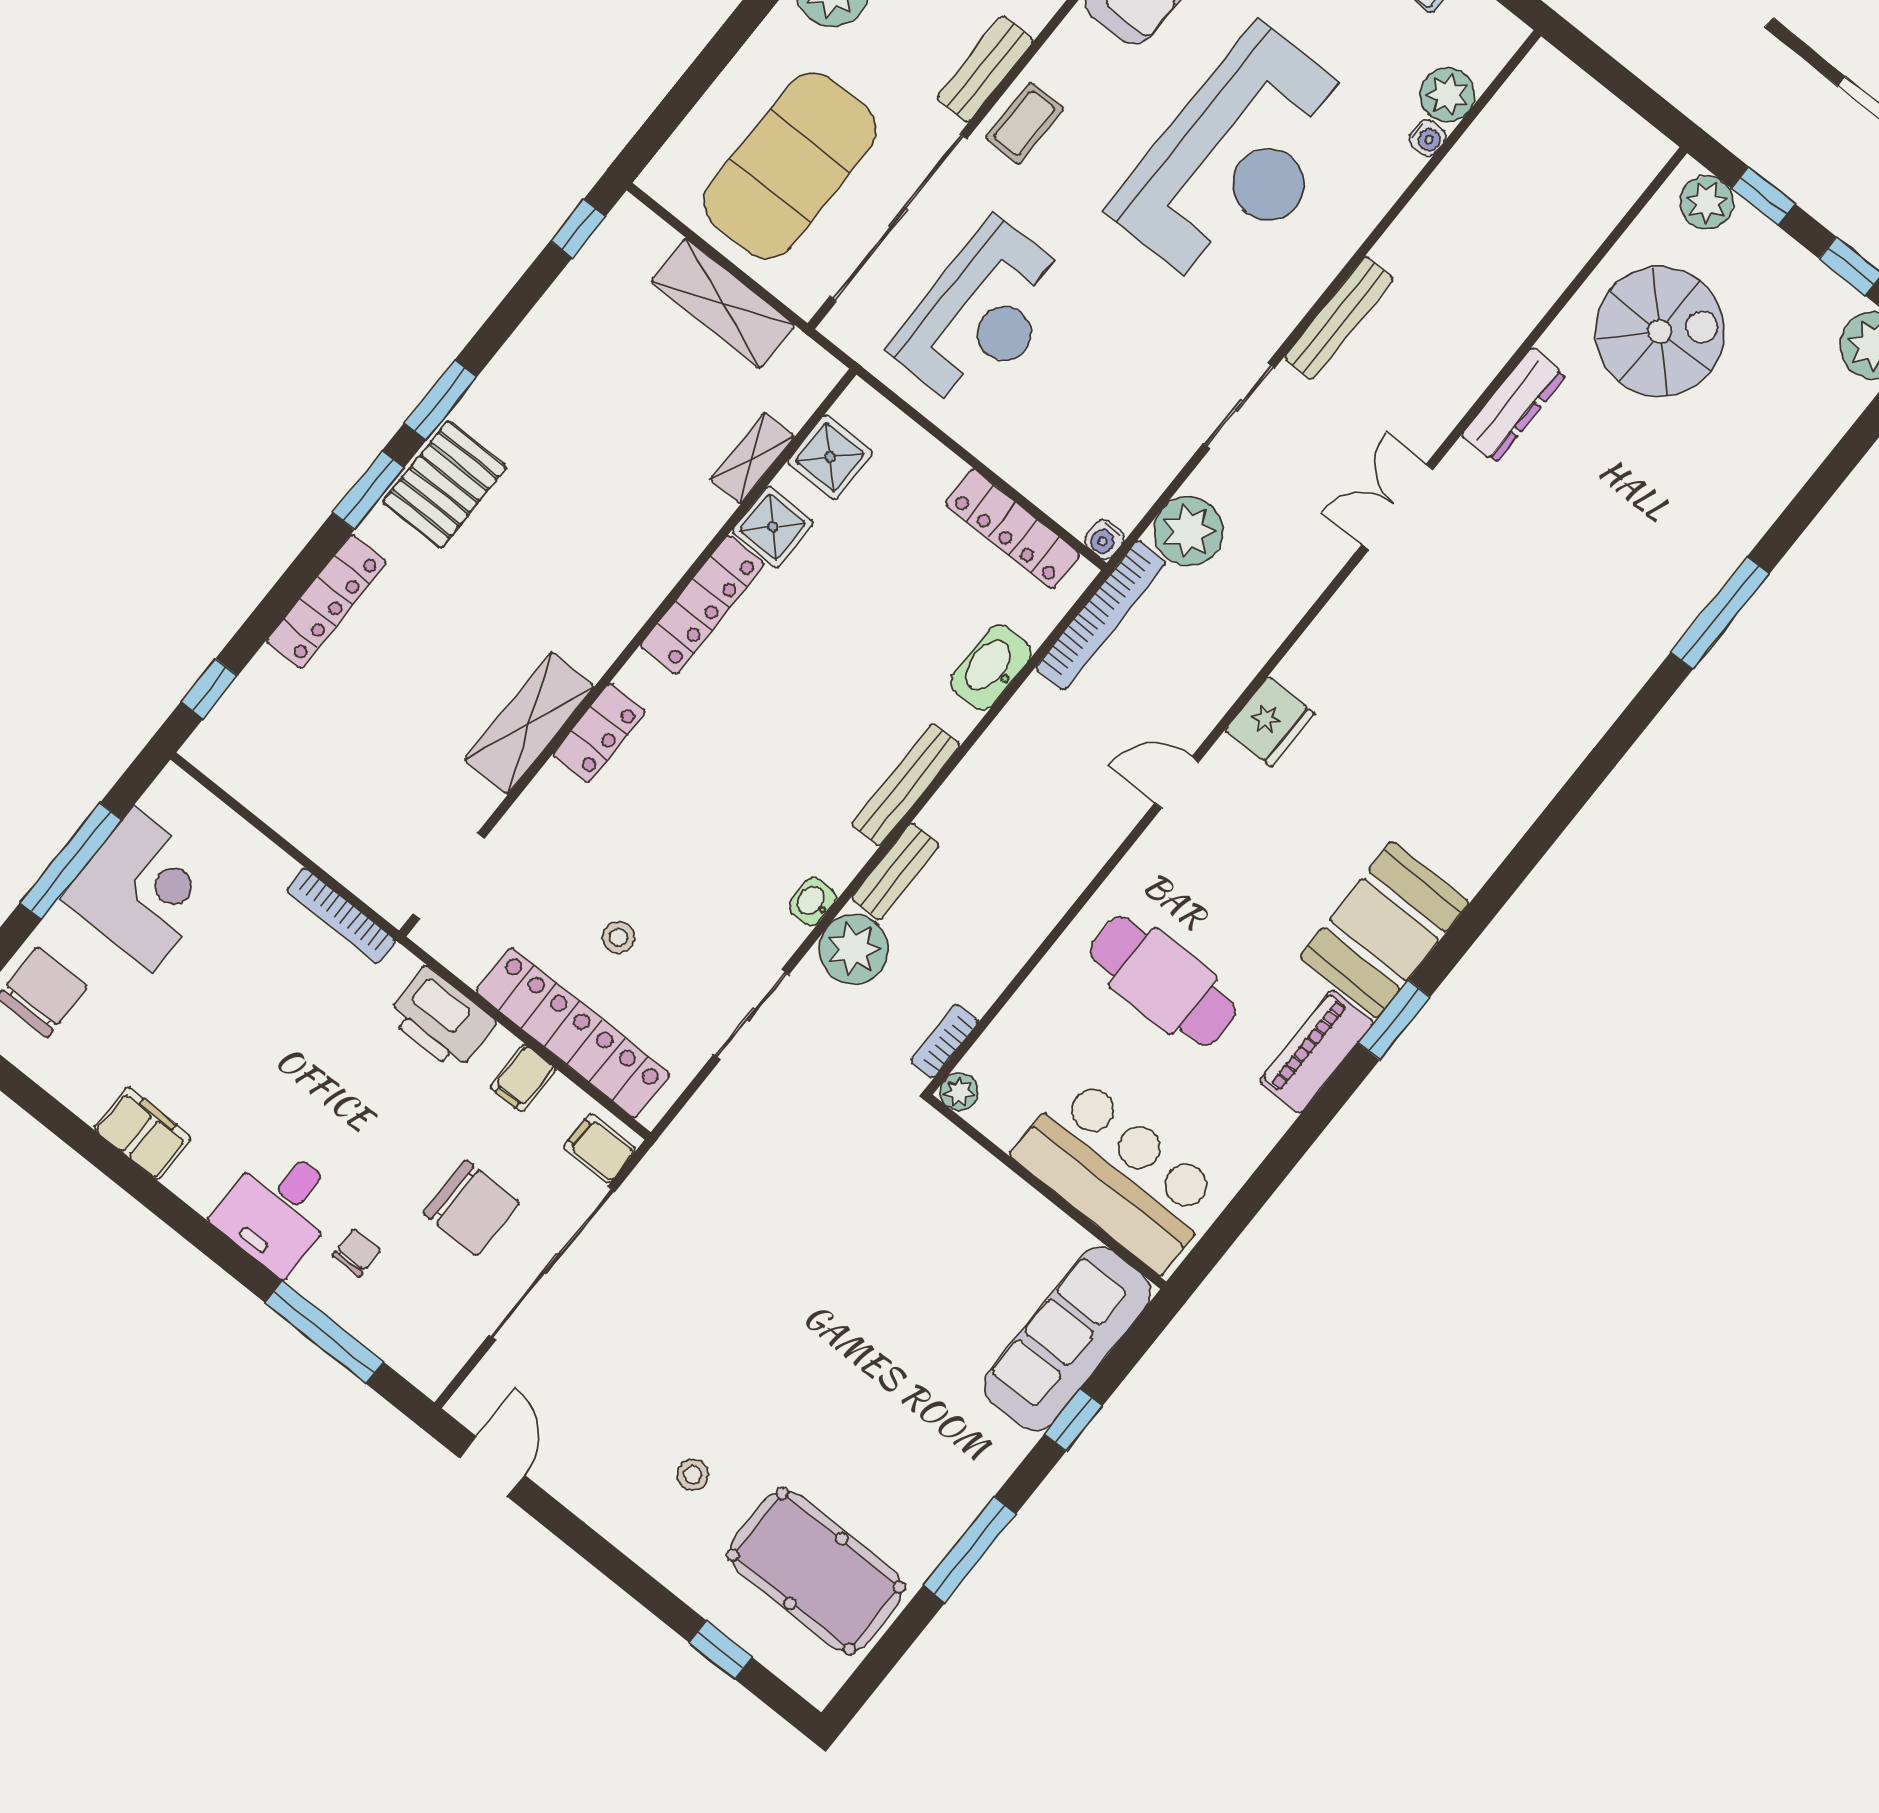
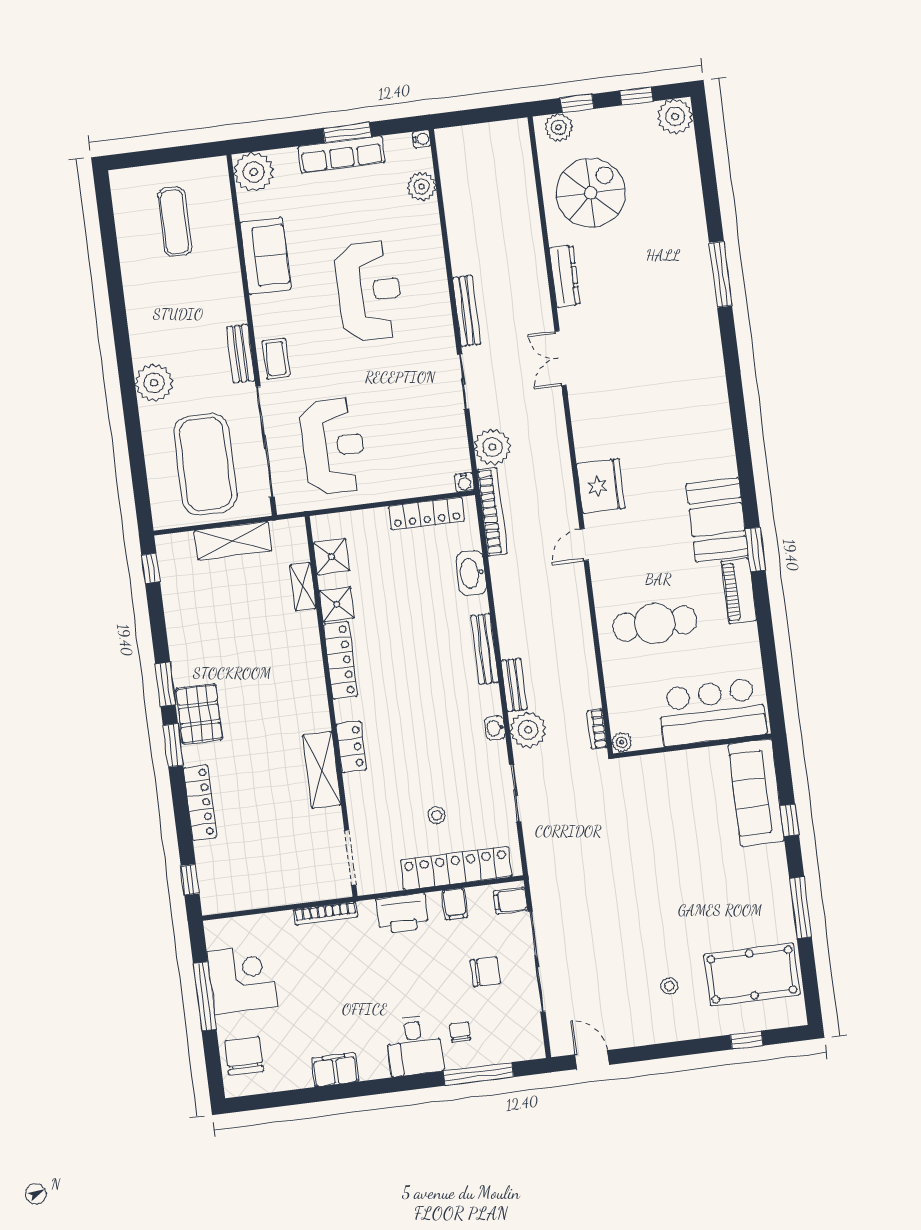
water cooler: (1427, 138) -> (422, 139), moved
reception desk: (1238, 160) -> (369, 291), width x0.74, depth x0.77
fridge: (1270, 722) -> (601, 486), width x1.36, depth x1.34
chair: (471, 1208) -> (485, 972), width x0.73, depth x0.73

